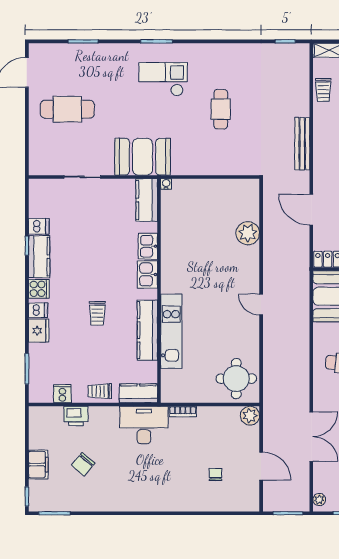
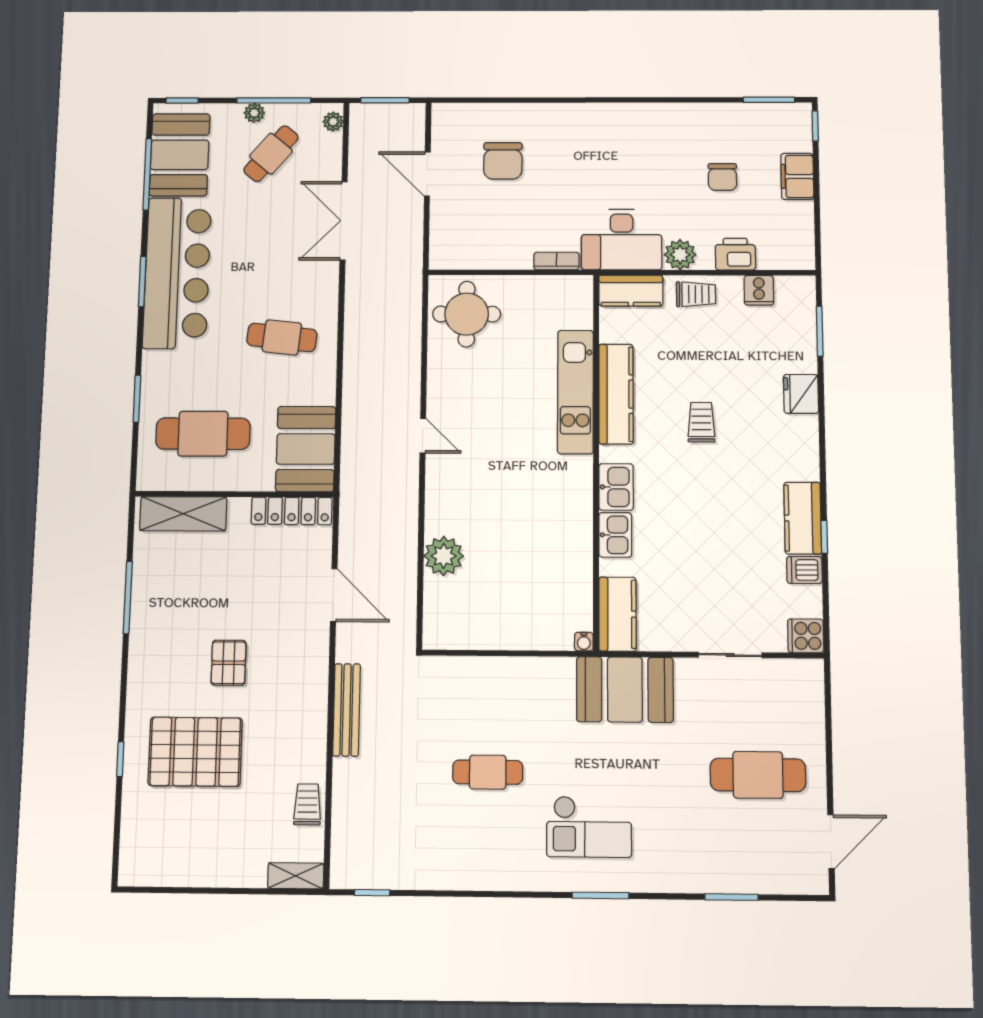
cafe table: (221, 109) -> (488, 772), turned 90
cooker: (39, 289) -> (806, 636), moved
dishwasher: (38, 310) -> (803, 428), removed
plant: (250, 416) -> (680, 255), moved
chair: (83, 464) -> (722, 177), turned 140
chair: (215, 474) -> (503, 161), width x1.87, depth x1.87

